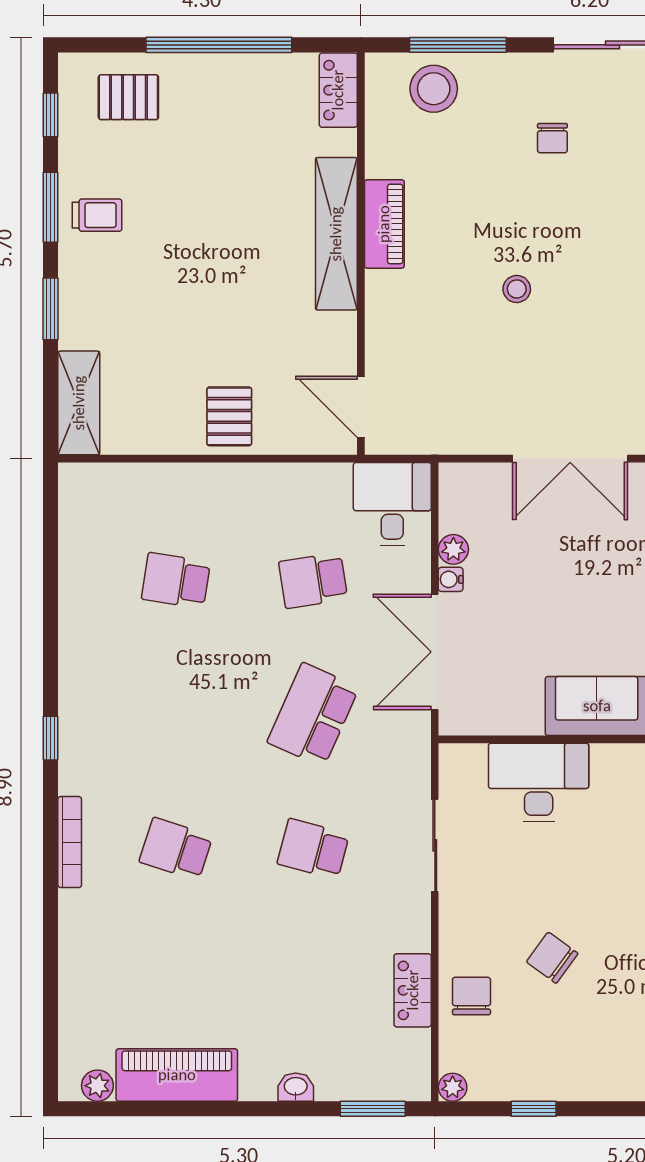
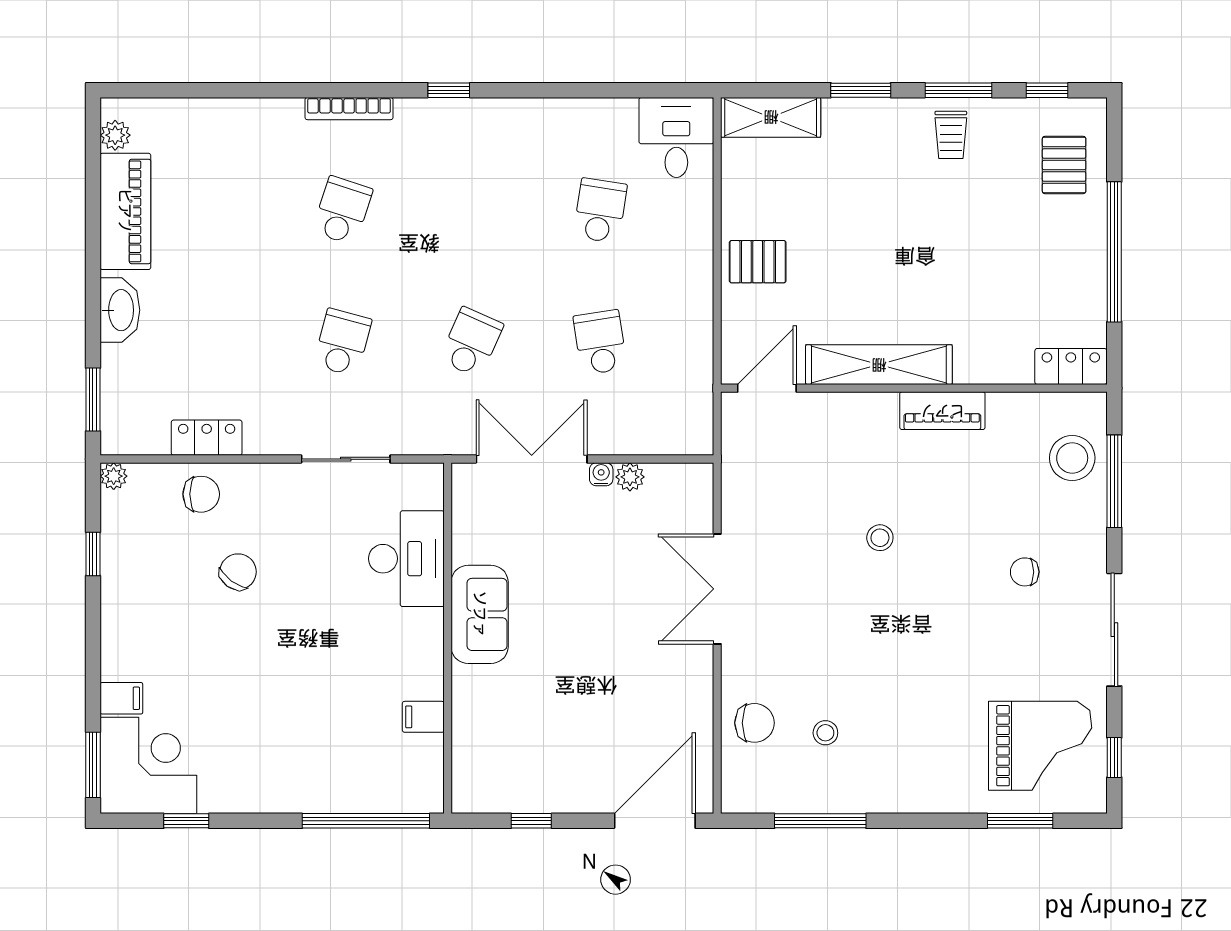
shelving: (336, 234) -> (879, 365), moved
desk: (392, 504) -> (676, 137), moved, turned -90
school desk: (313, 715) -> (471, 342), width x0.54
washbasin: (296, 1087) -> (120, 310), width x1.91, depth x1.45

